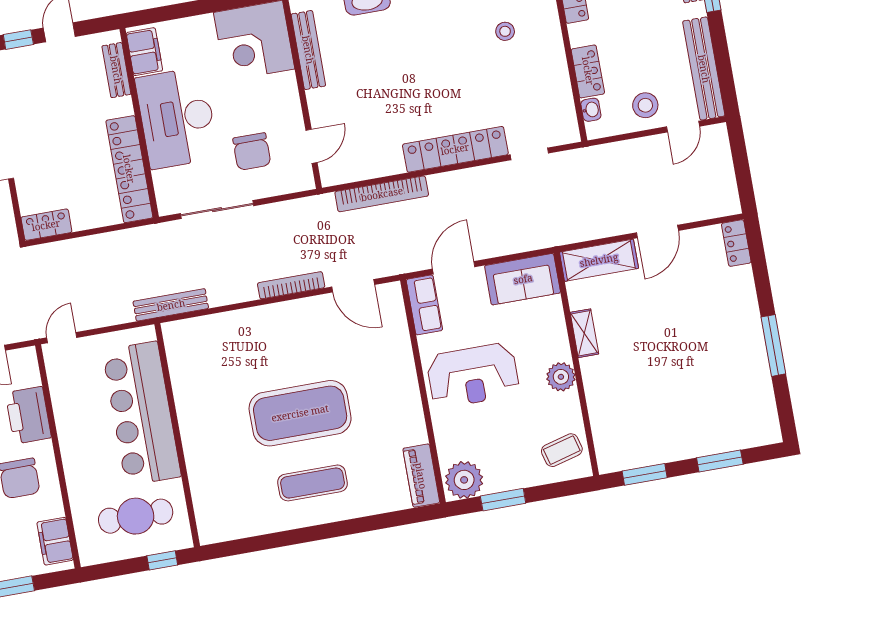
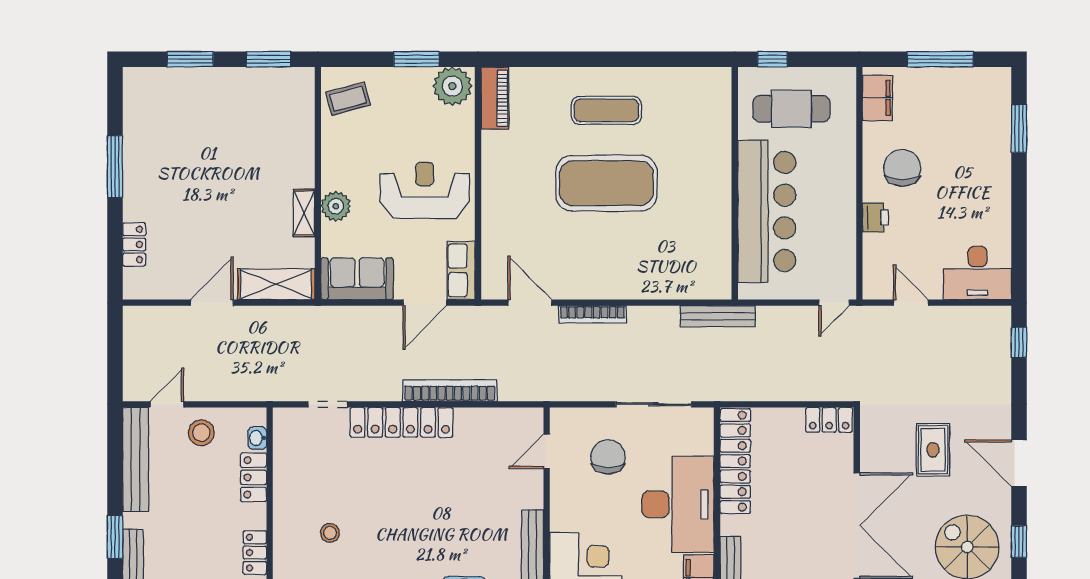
bookcase: (382, 194) -> (450, 391), moved
locker: (736, 243) -> (134, 244), moved
plant: (561, 377) -> (336, 206), moved
printer: (28, 415) -> (876, 218), width x0.53, depth x0.68

